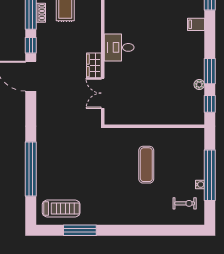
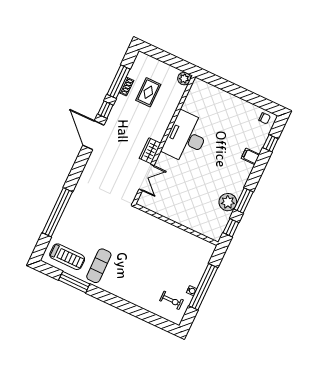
desk: (119, 47) -> (186, 138), width x1.87, depth x1.30
plant: (199, 85) -> (228, 202), width x1.88, depth x1.88
double door: (103, 93) -> (146, 177), swing flipped
exercise mat: (146, 165) -> (99, 266), moved

